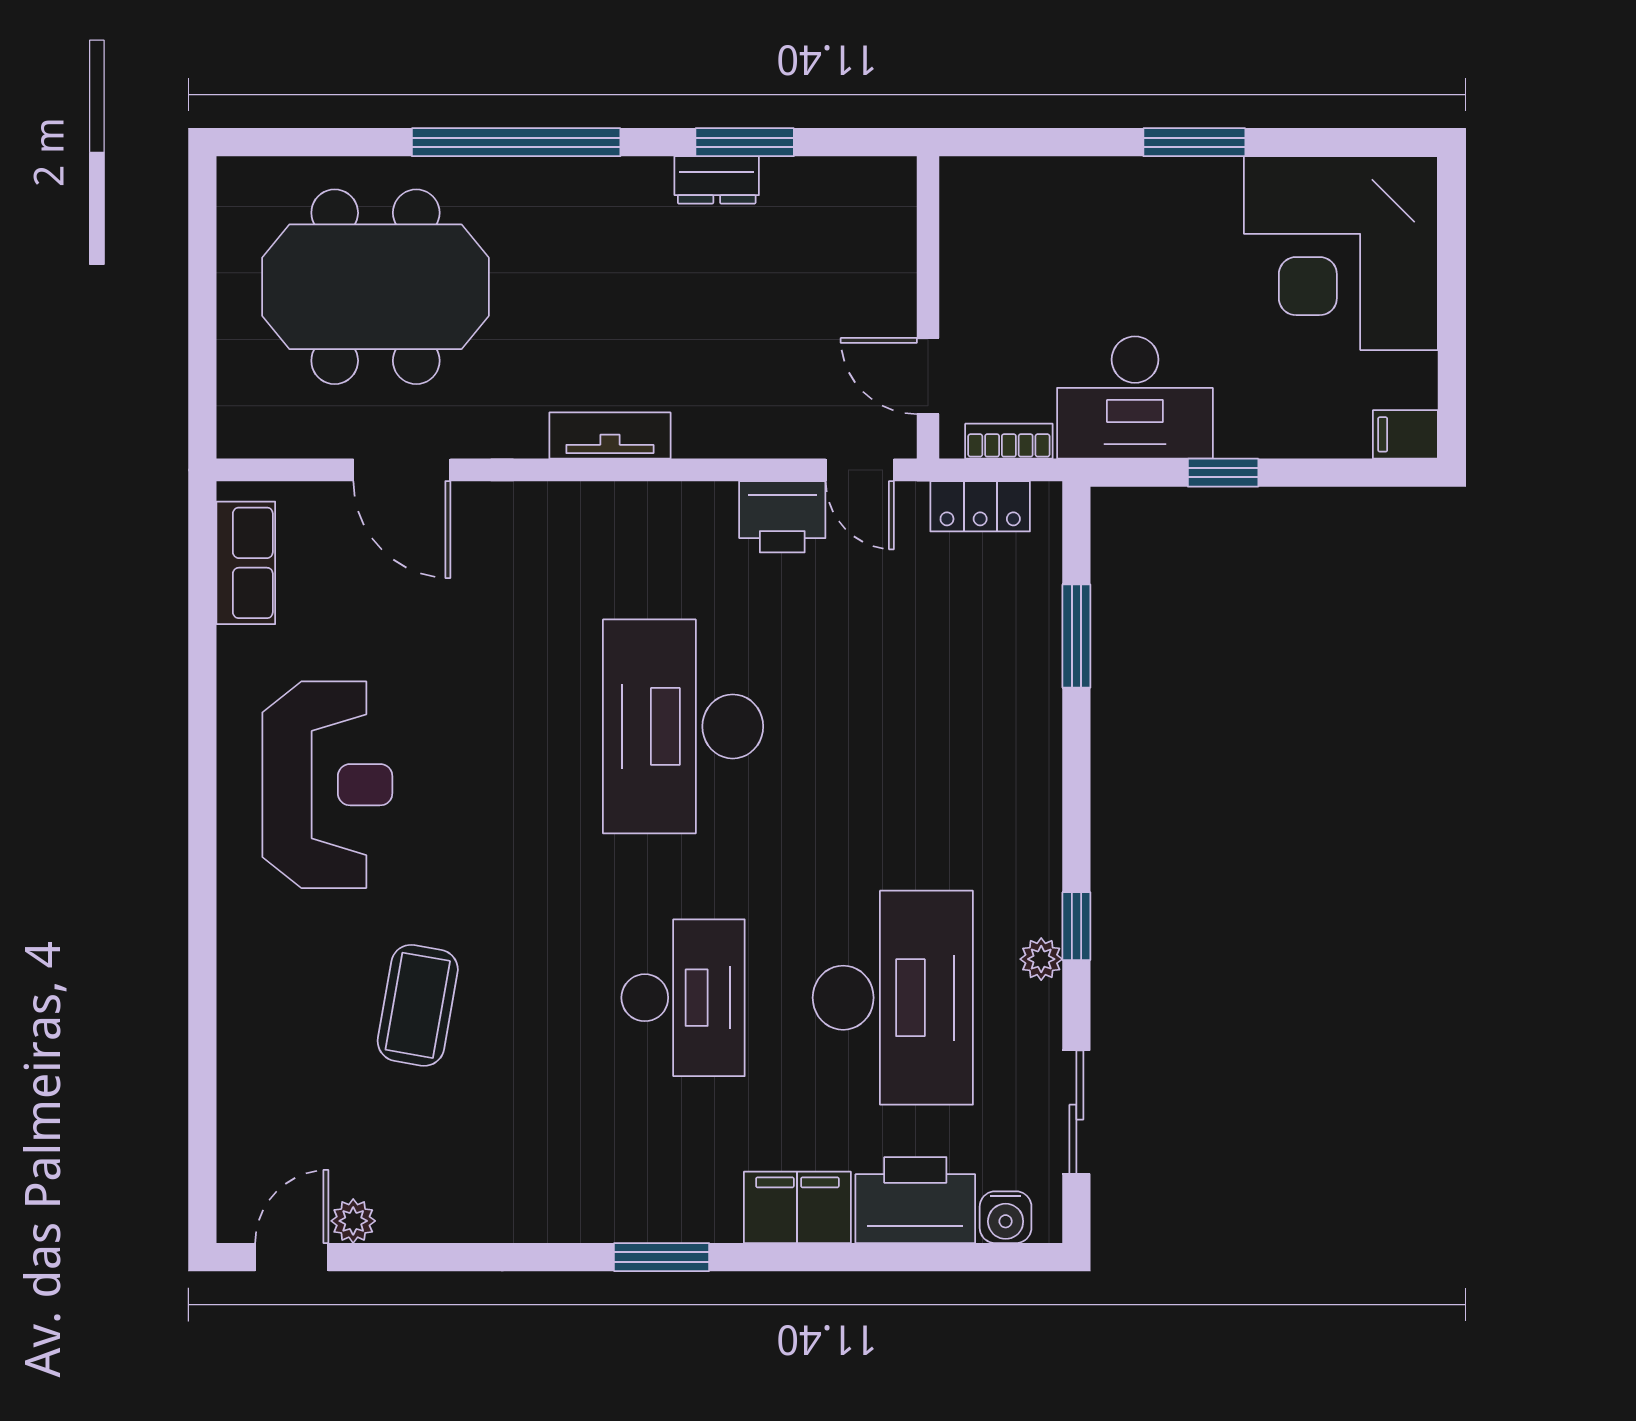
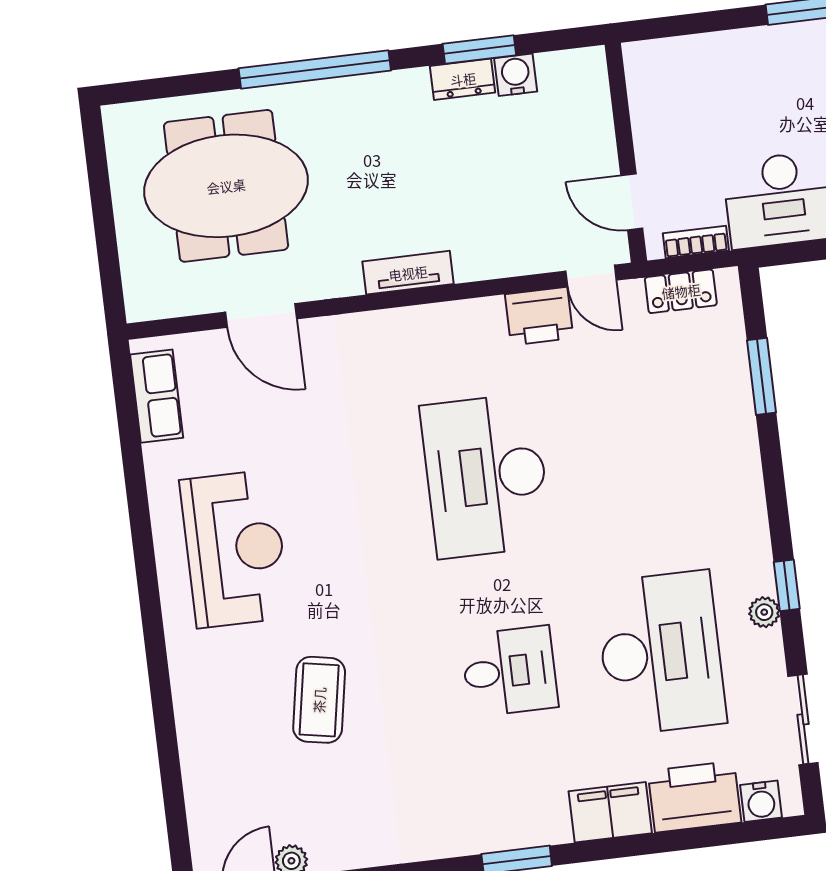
water cooler: (790, 183) -> (516, 75), added
desk: (683, 998) -> (510, 671), width x0.73

